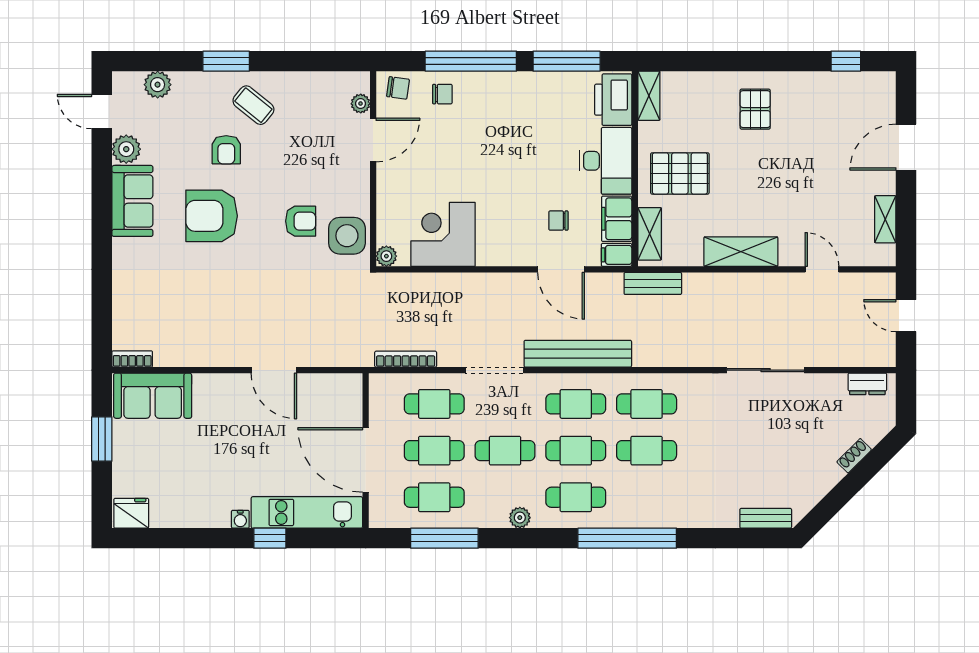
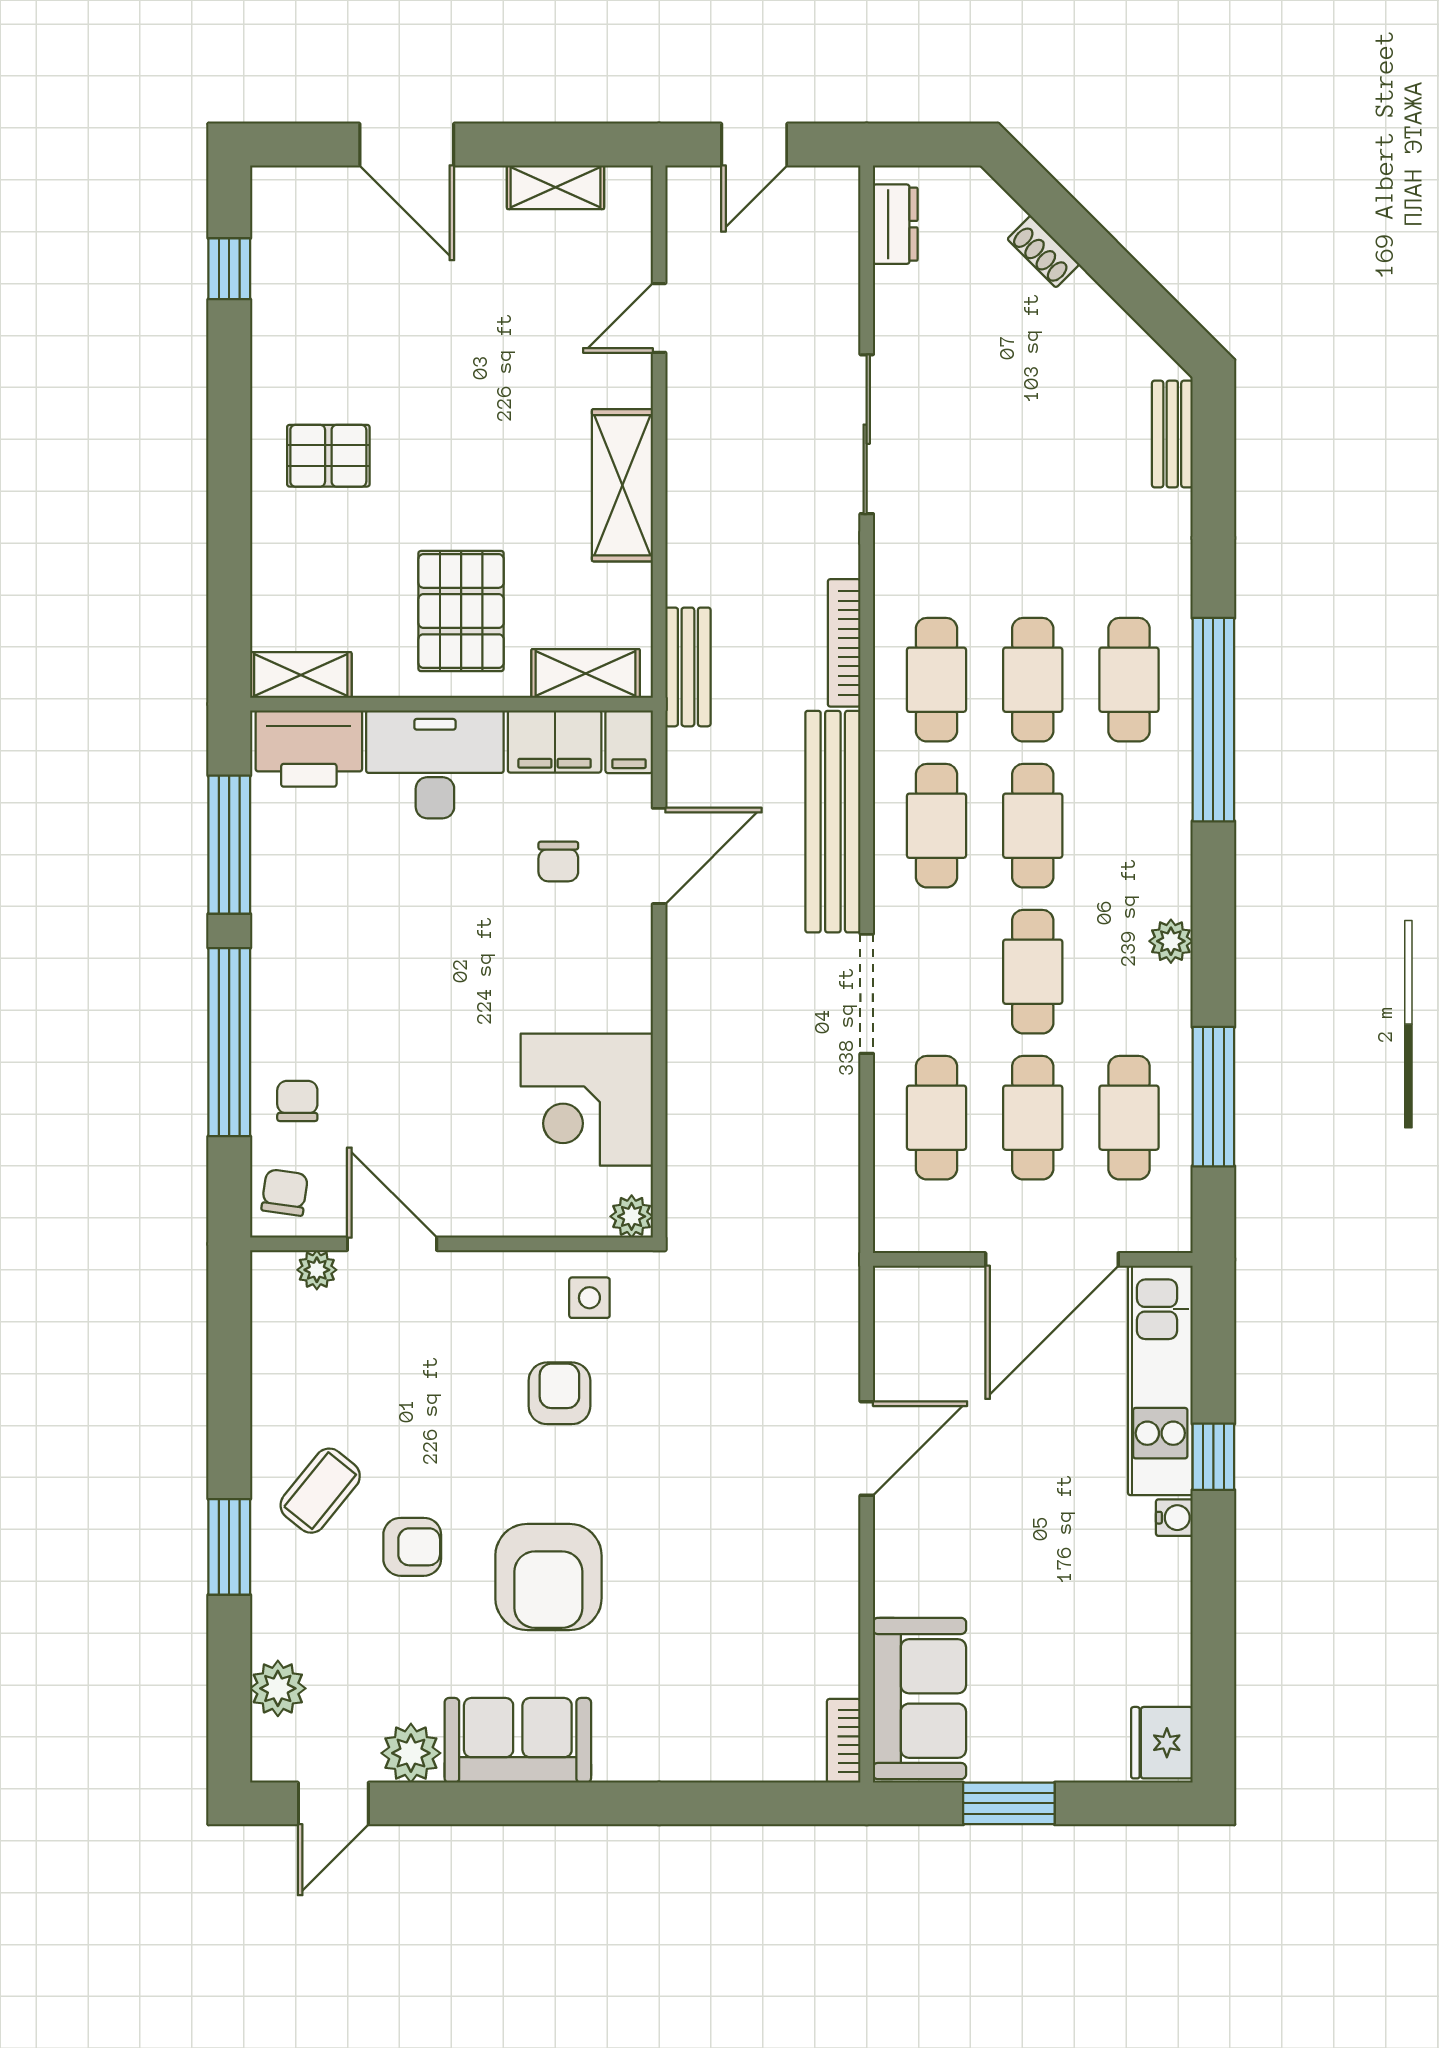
side table: (347, 236) -> (589, 1298), width x0.54, depth x0.54
bookcase: (406, 359) -> (844, 643), moved
cafe table: (576, 497) -> (1129, 680), moved

